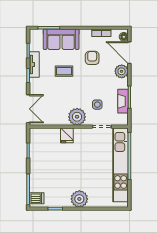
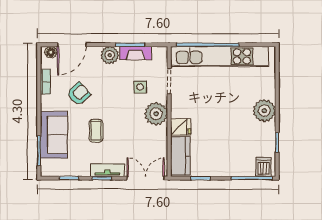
armchair: (92, 58) -> (79, 94), turned 138
tv unit: (34, 64) -> (107, 170), moved
plant: (122, 71) -> (110, 55), moved
kitchen counter: (45, 135) -> (180, 156), added

